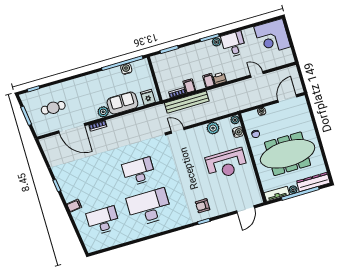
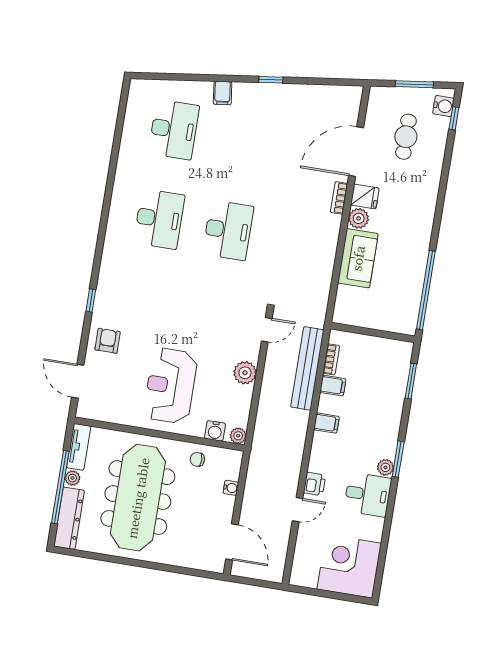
water cooler: (126, 69) -> (443, 106), moved
printer: (220, 78) -> (315, 484), moved
fridge: (148, 97) -> (365, 197), moved
plant: (213, 128) -> (245, 373), moved
armchair: (203, 206) -> (108, 341), moved
desk: (149, 207) -> (159, 219), width x0.73, depth x0.77

